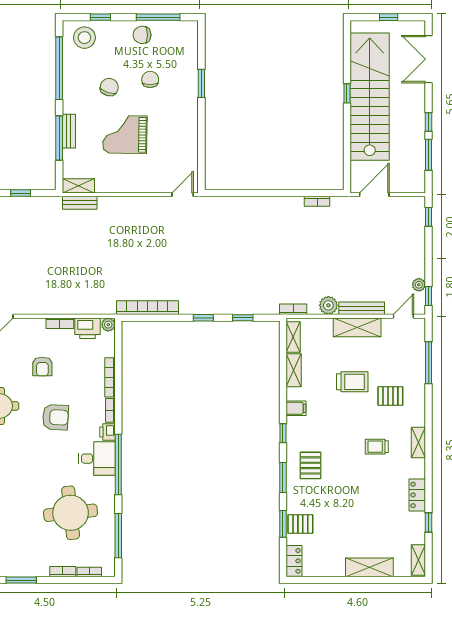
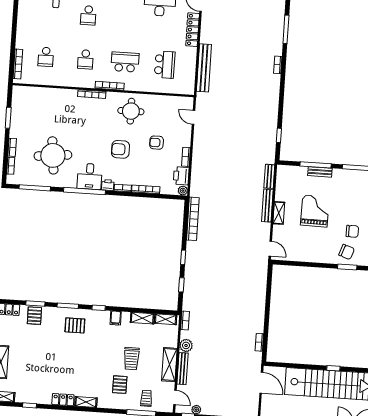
chair: (109, 87) -> (347, 252), moved
shelving: (78, 186) -> (279, 213), moved
bench: (122, 203) -> (267, 206), added
armchair: (55, 417) -> (120, 149), turned 87
trolley: (377, 447) -> (146, 398), moved
locker: (417, 495) -> (63, 400), moved

